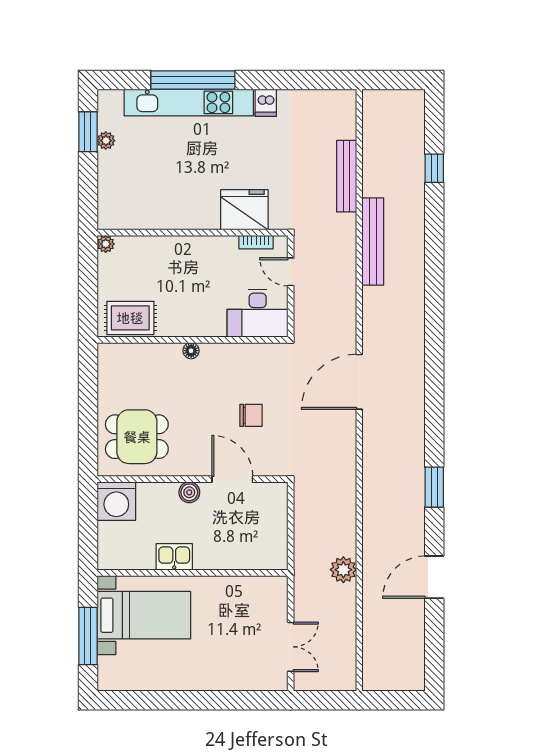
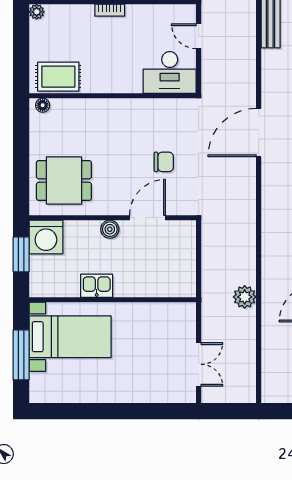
bookcase: (256, 242) -> (110, 10), moved
floor lamp: (191, 351) -> (43, 105), moved
door: (232, 479) -> (147, 218), hinge flipped
window: (88, 521) -> (21, 254), added

